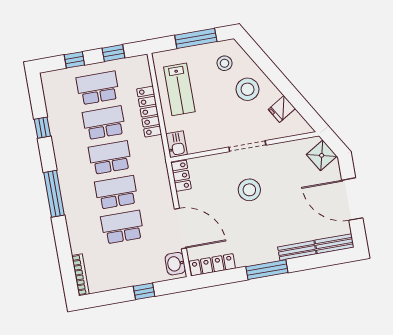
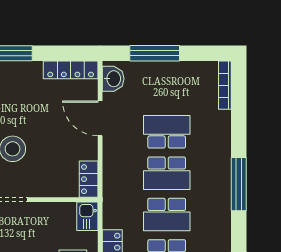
school desk: (122, 227) -> (167, 132), turned 180
door: (180, 229) -> (100, 118), width x0.73
window: (144, 291) -> (155, 53), width x2.17

